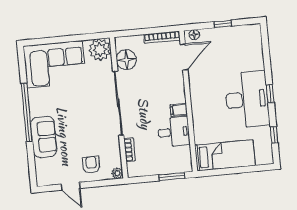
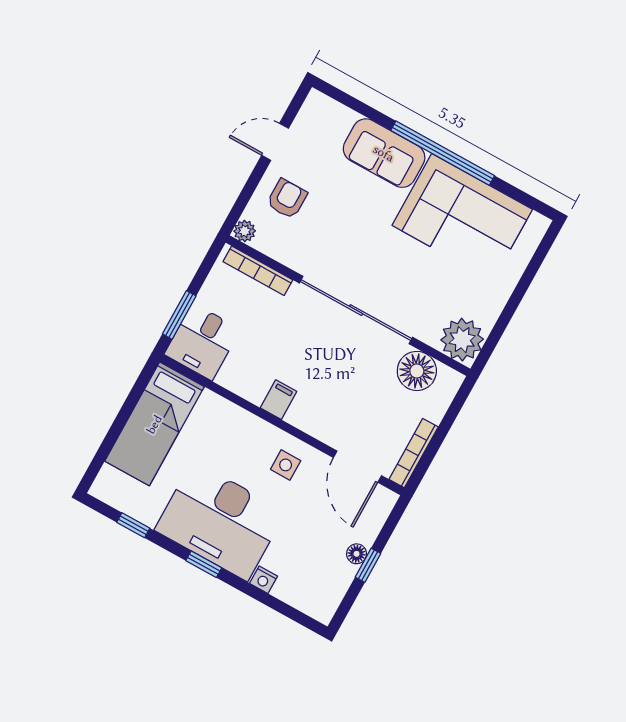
floor lamp: (194, 35) -> (357, 554), moved
corner sofa: (55, 64) -> (462, 217), moved, turned -90
nightstand: (259, 64) -> (264, 580), added
side table: (204, 88) -> (286, 465), added
desk: (174, 132) -> (202, 342), moved
bookcase: (130, 150) -> (258, 271), width x1.56
armchair: (91, 165) -> (287, 199), turned -90

